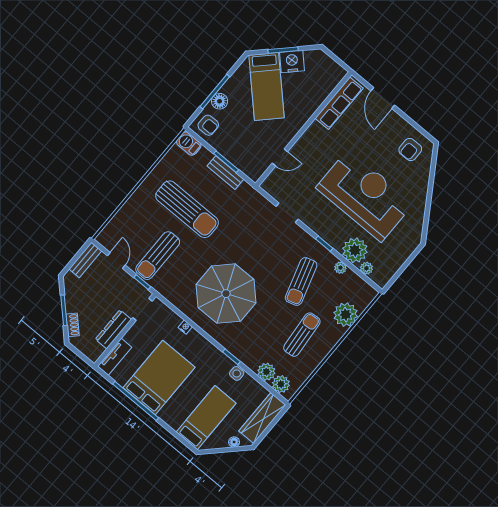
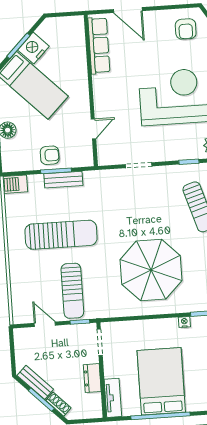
armchair: (208, 125) -> (50, 155), moved
bench: (85, 260) -> (35, 382), moved, turned -45
nightstand: (185, 327) -> (184, 322), moved
dresser: (113, 329) -> (92, 378), width x0.70

